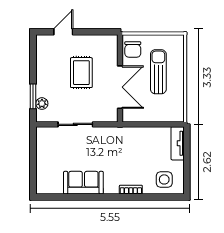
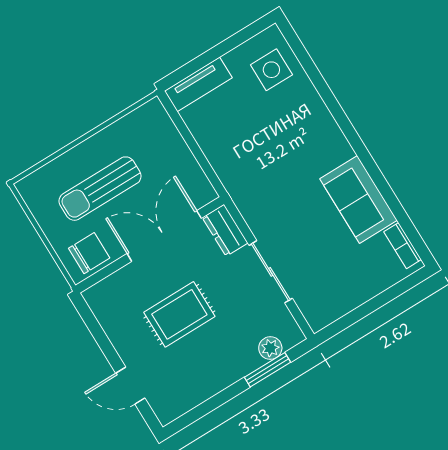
dresser: (106, 116) -> (225, 230), added
bookcase: (131, 190) -> (403, 246), moved

